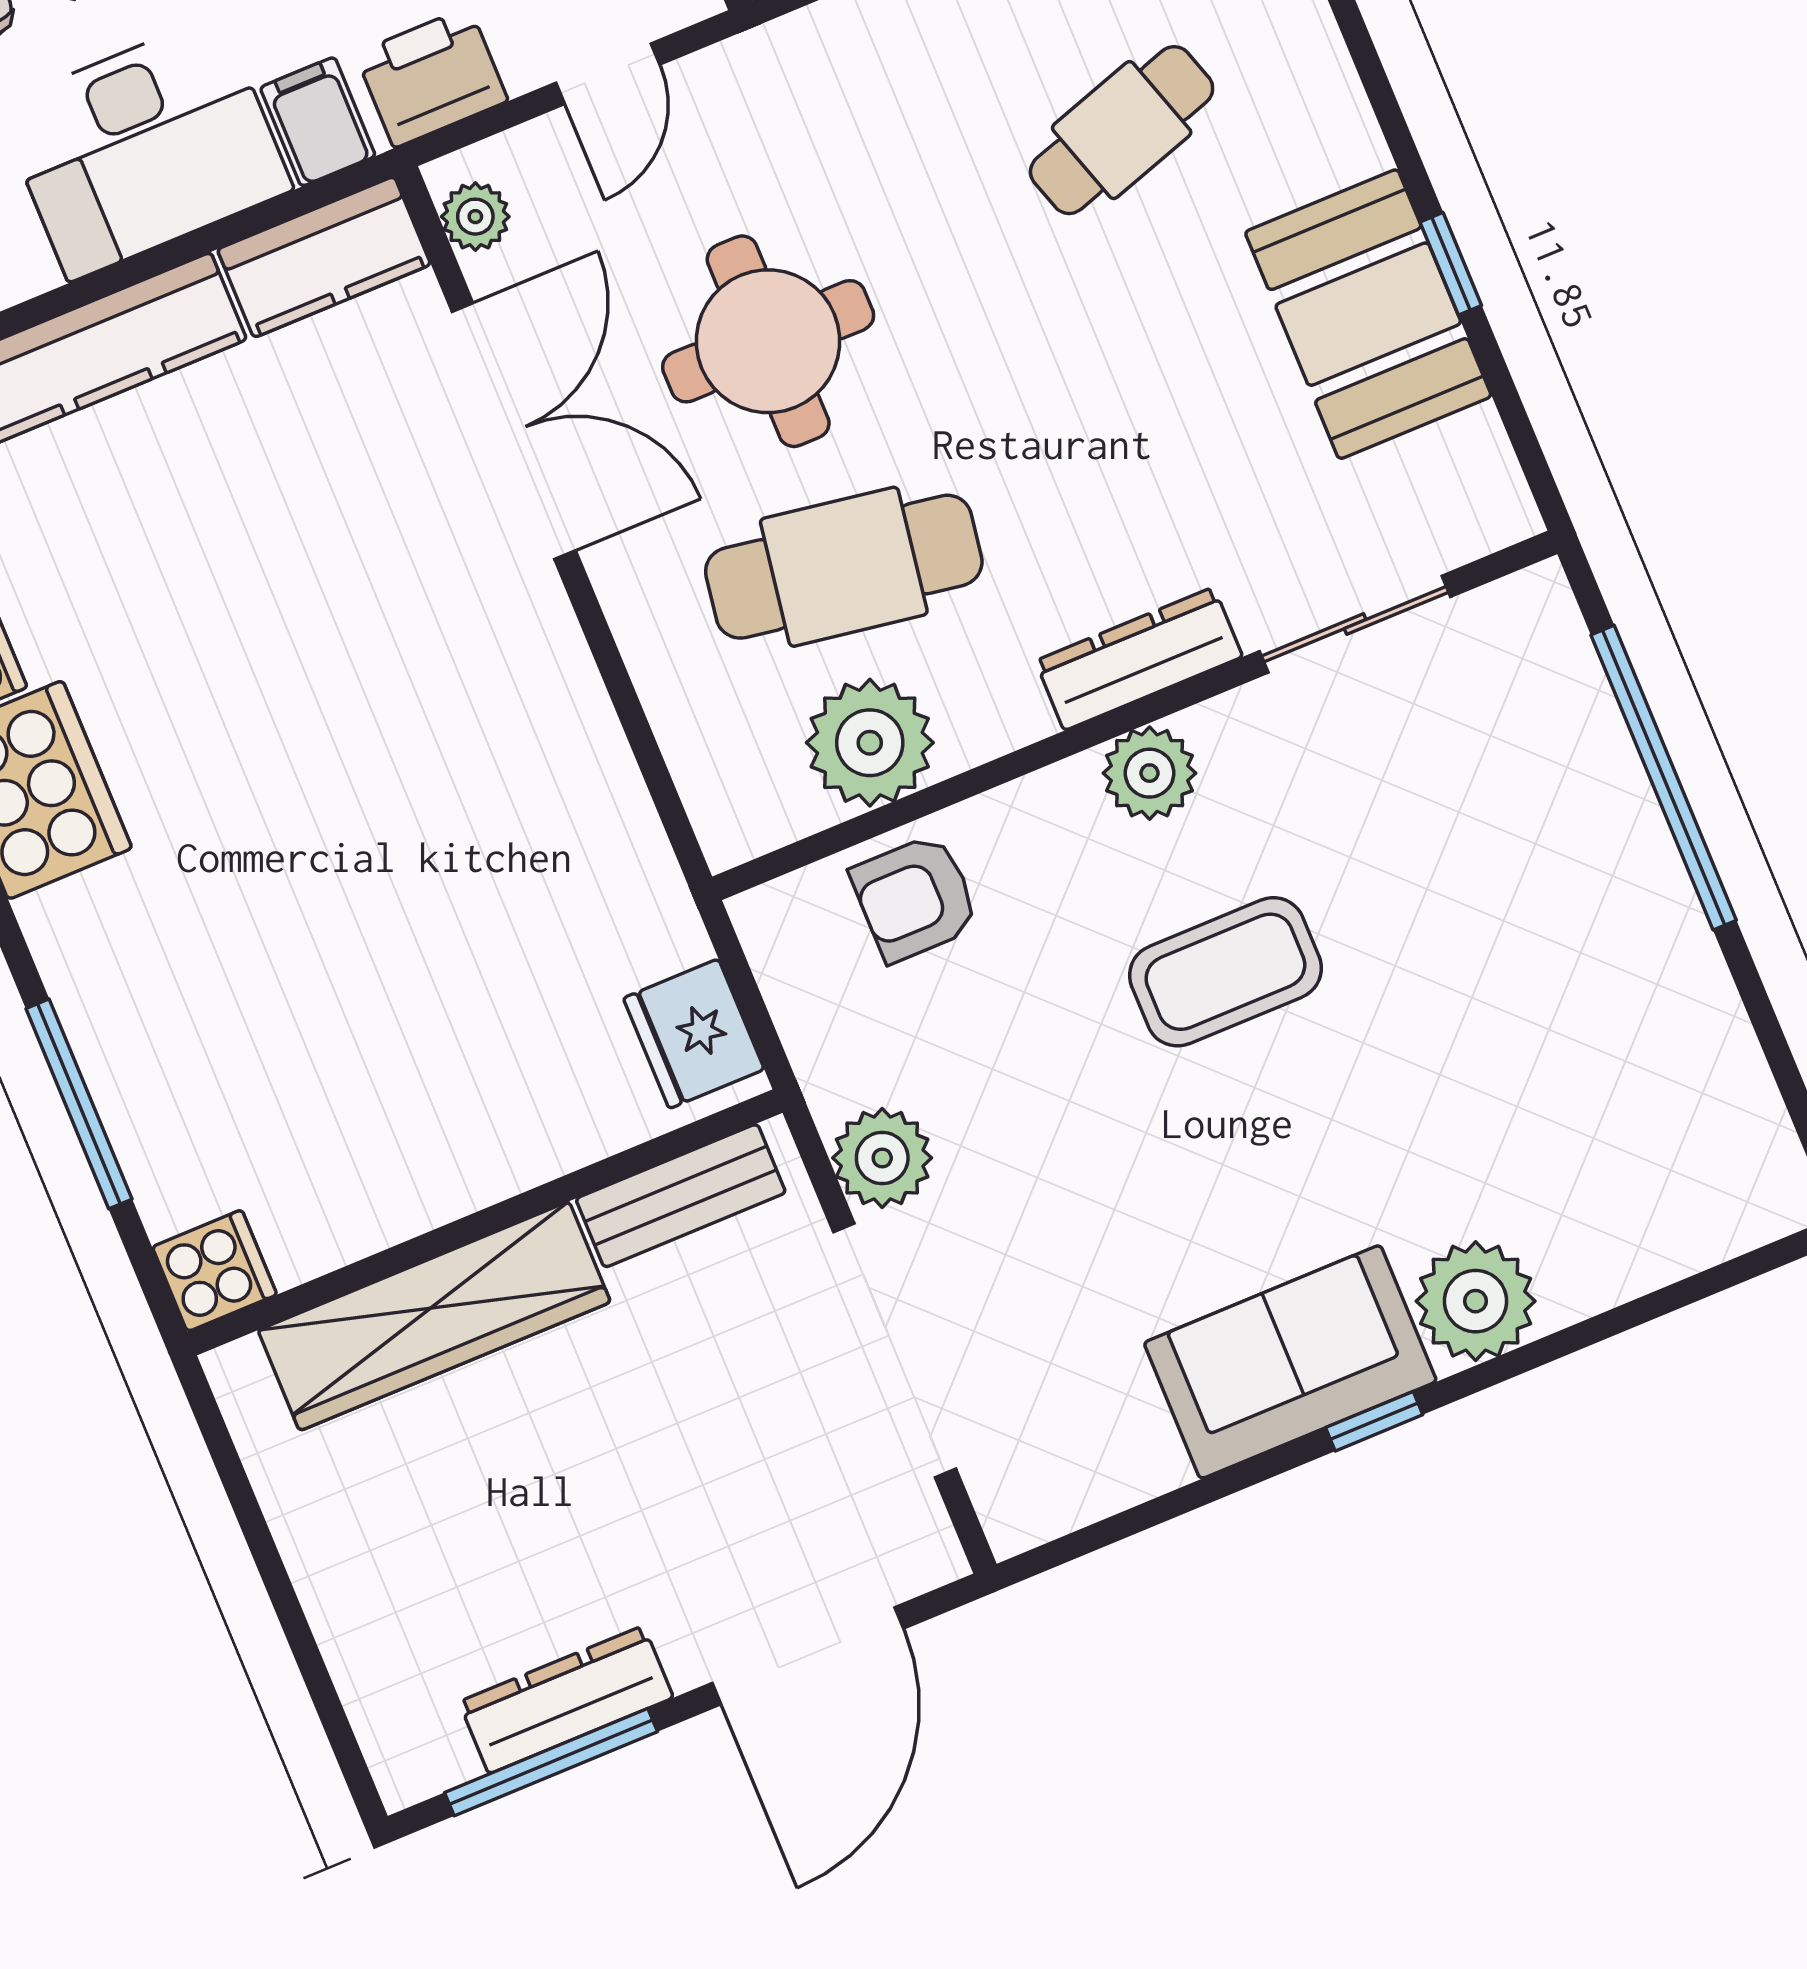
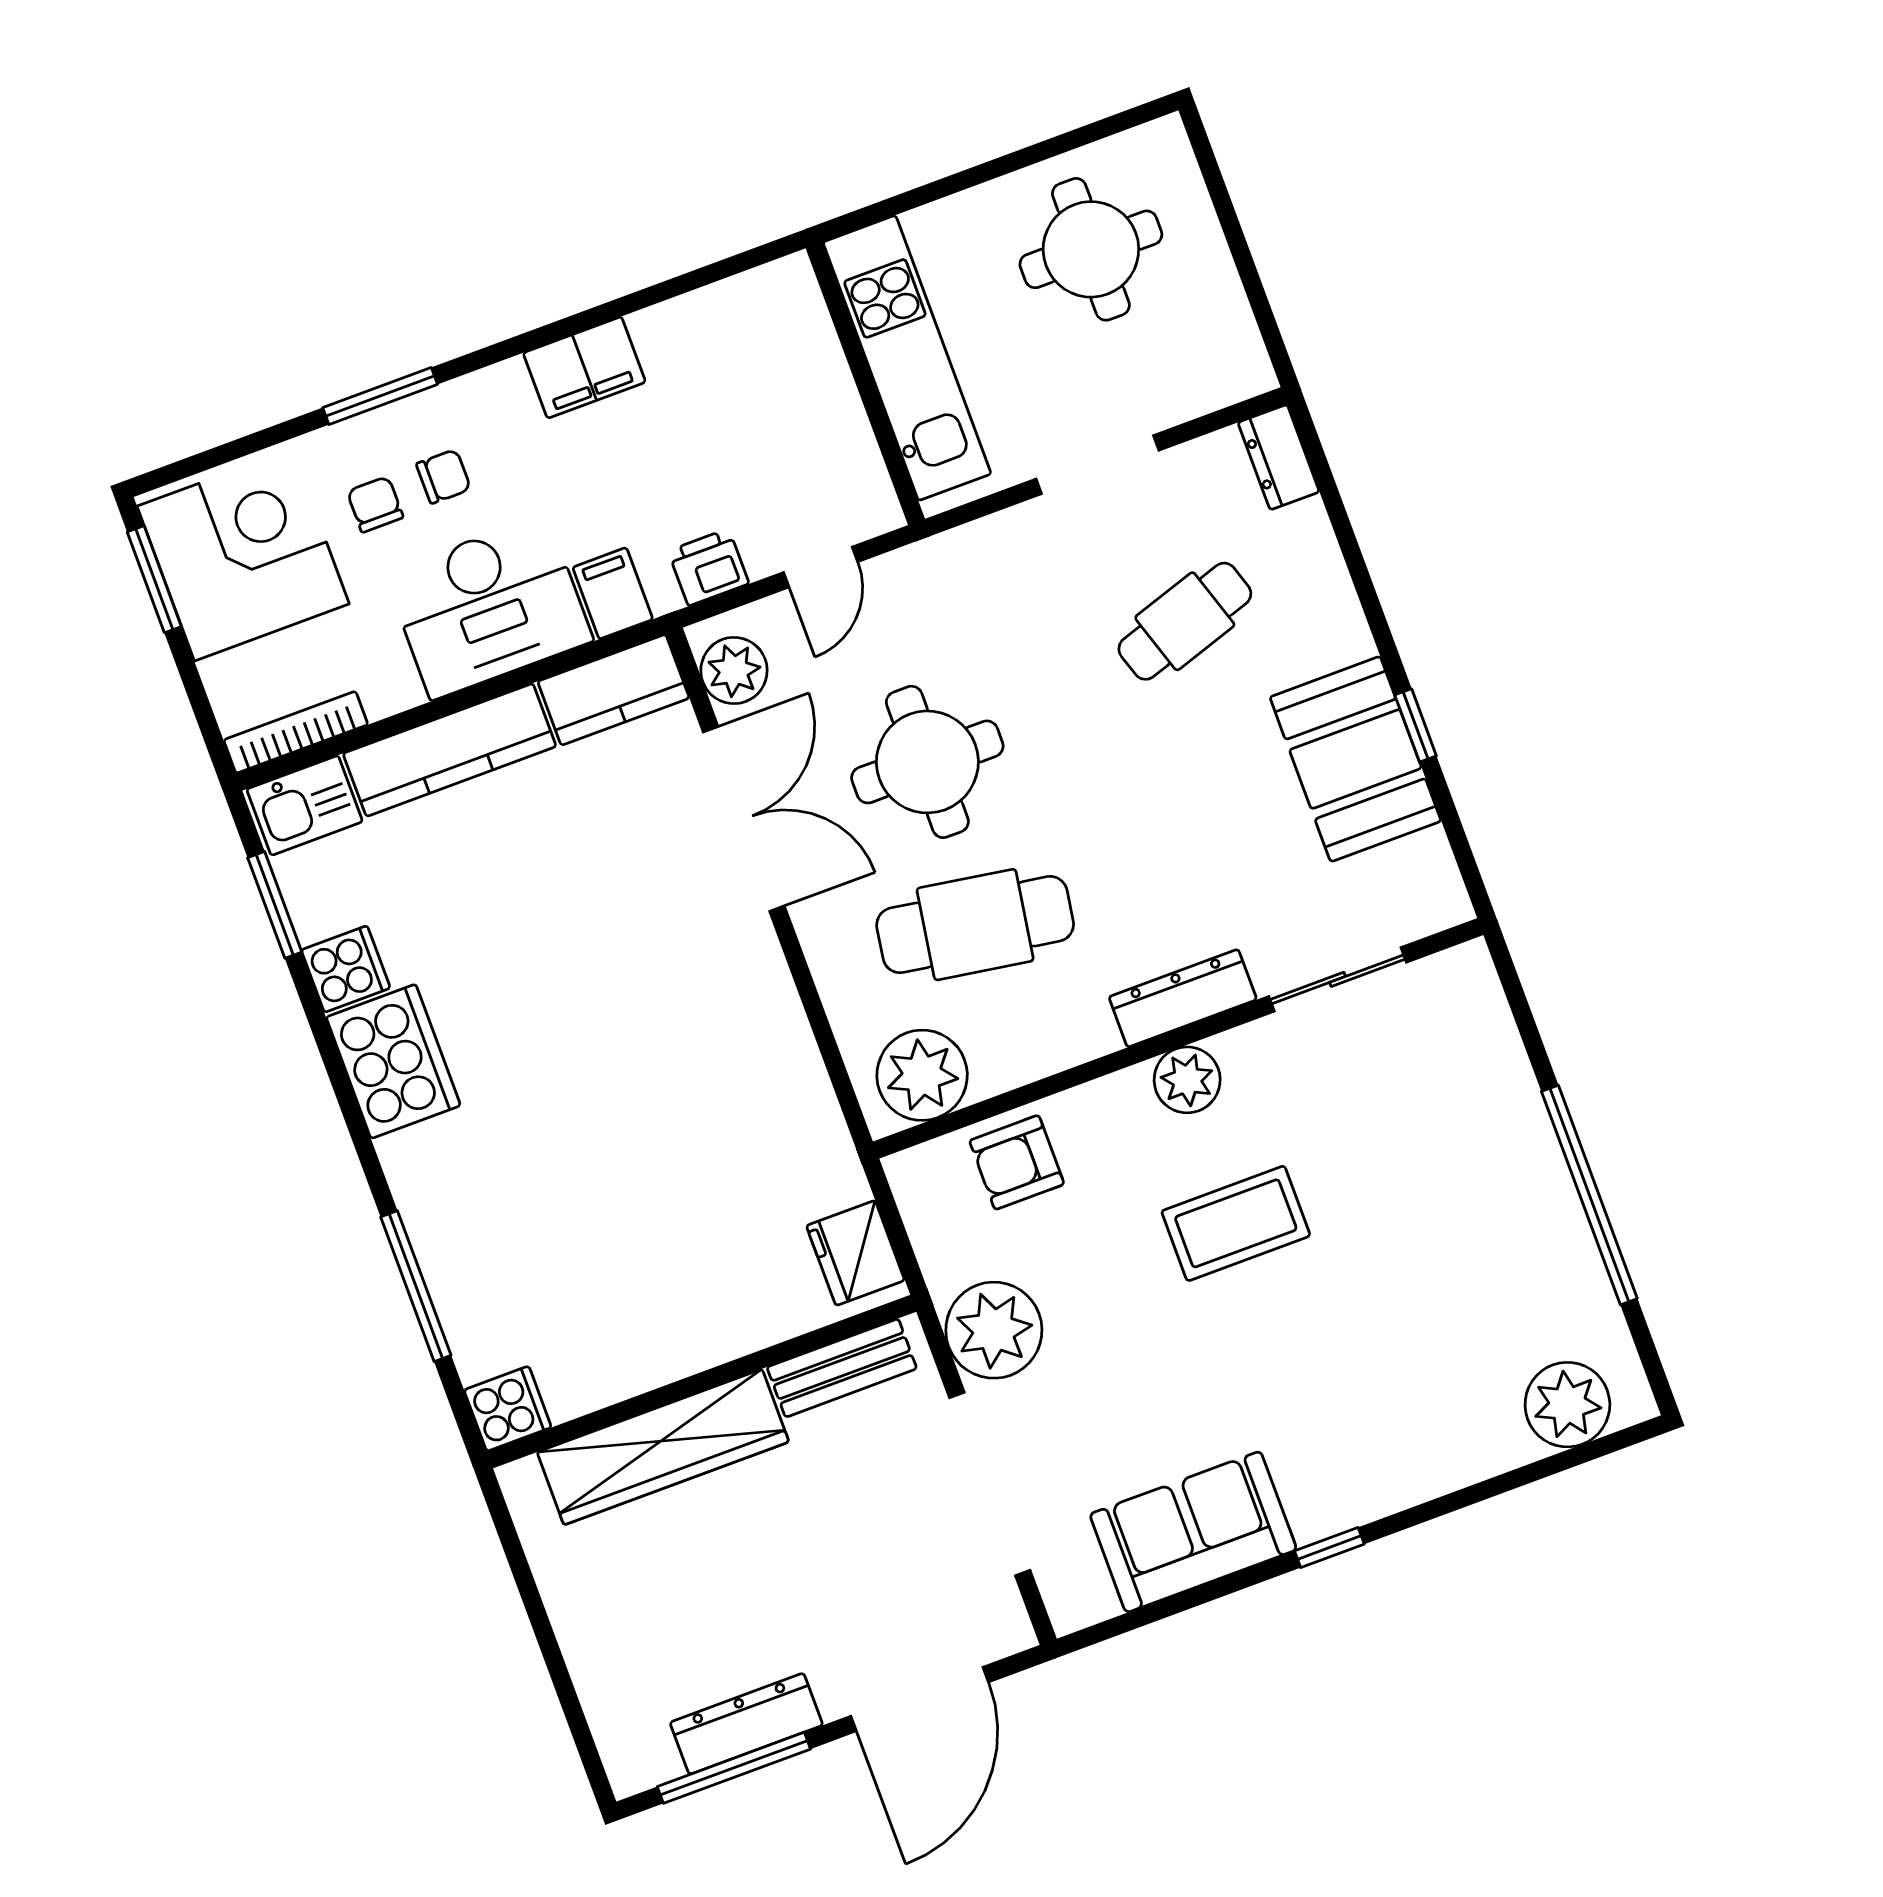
printer: (432, 77) -> (709, 567), width x0.73, depth x0.81
plant: (475, 217) -> (734, 671), width x1.38, depth x1.38
plant: (870, 743) -> (922, 1075), moved
window: (1664, 778) -> (1589, 1195), moved
plant: (882, 1158) -> (994, 1330), width x1.36, depth x1.36
plant: (1476, 1301) -> (1567, 1405), moved
sofa: (1290, 1362) -> (1193, 1532), moved

